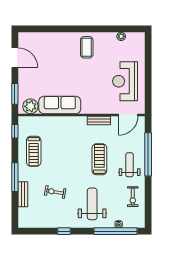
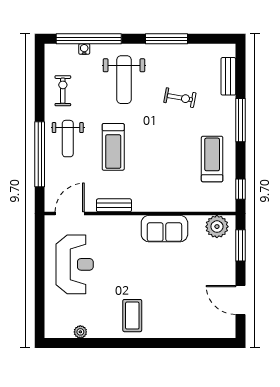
sofa: (60, 105) -> (164, 229), width x0.73
bench: (23, 194) -> (228, 76), moved
window: (64, 231) -> (166, 39), width x2.17

